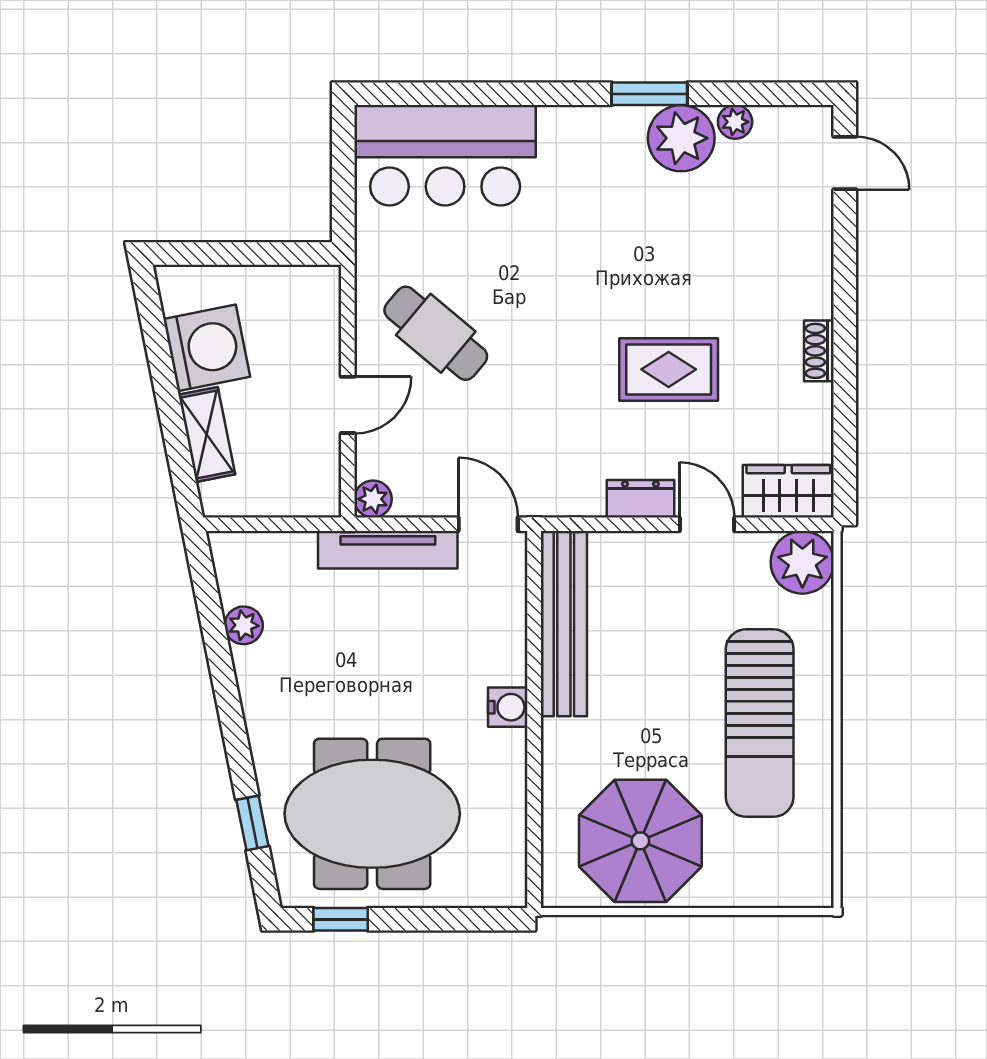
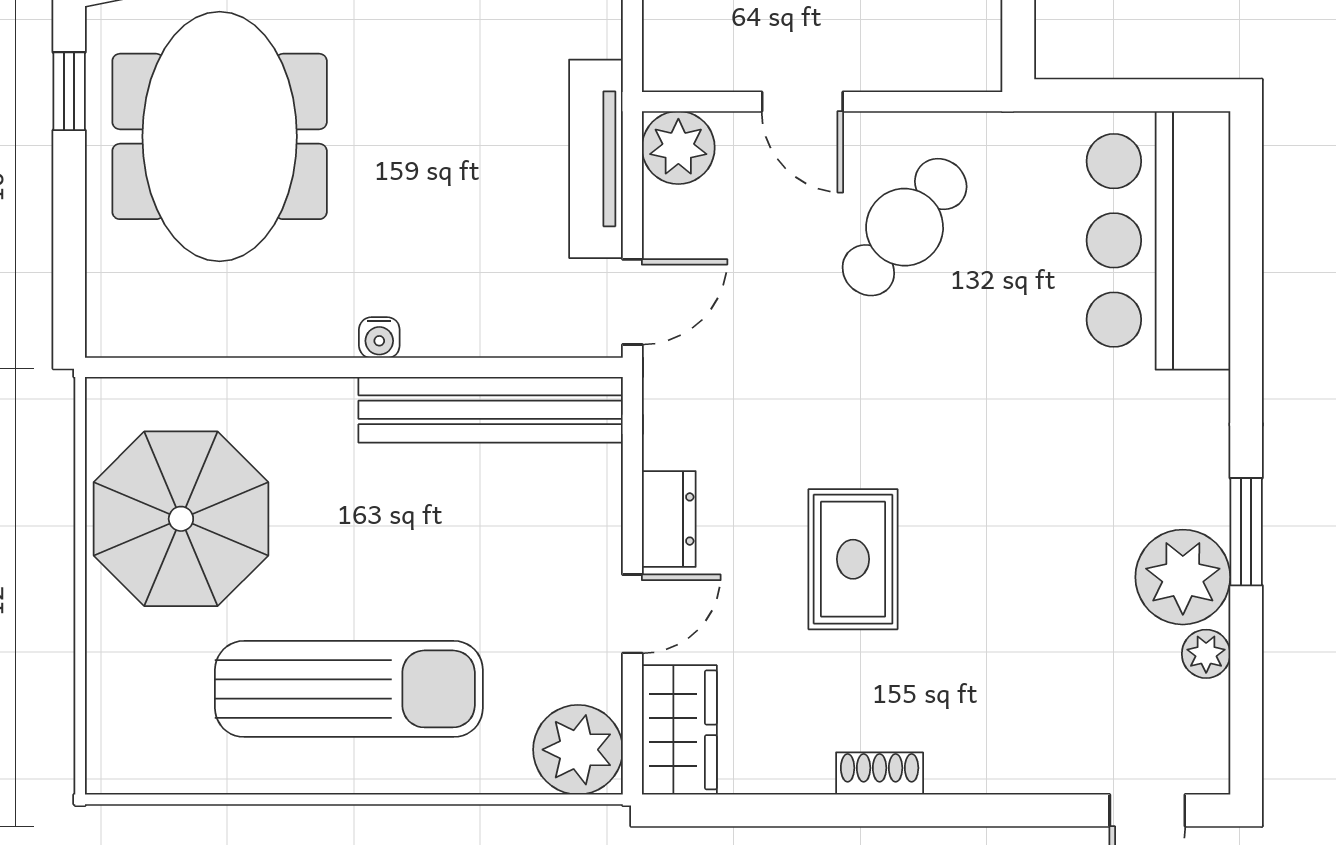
plant: (373, 499) -> (678, 148), width x1.38, depth x1.38
water cooler: (508, 707) -> (379, 338), width x0.72, depth x0.72
sun lounger: (760, 723) -> (349, 689), turned 180

